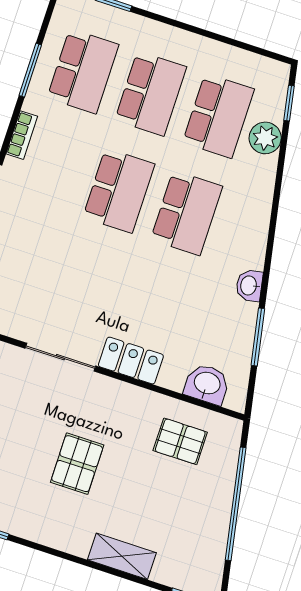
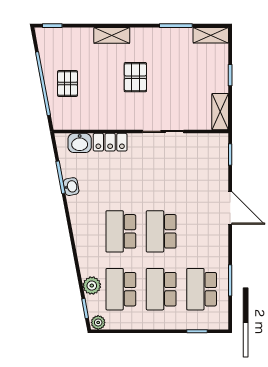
plant: (275, 72) -> (98, 322), added
bookcase: (22, 135) -> (223, 244), removed
washbasin: (249, 286) -> (71, 187), moved
locker: (131, 361) -> (110, 142), moved
pallet: (180, 441) -> (68, 83), moved, turned 90
shelving: (122, 556) -> (112, 35), moved

